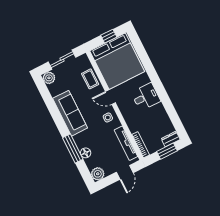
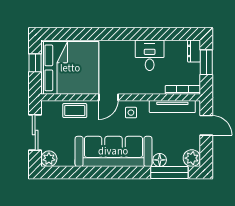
desk: (146, 97) -> (150, 55), moved
sofa: (70, 113) -> (113, 151), width x1.36, depth x1.27
window: (73, 148) -> (169, 173), moved

